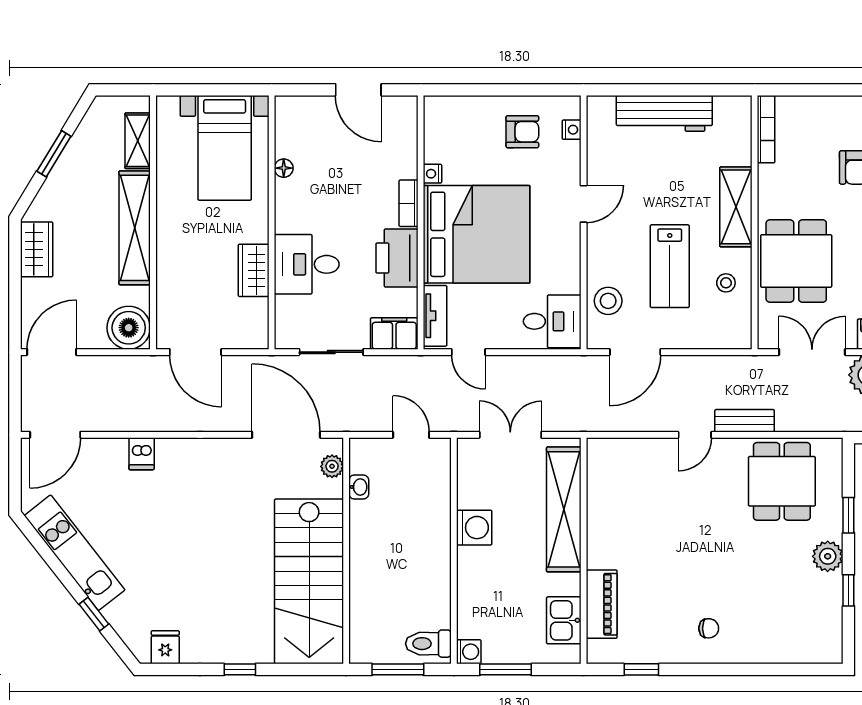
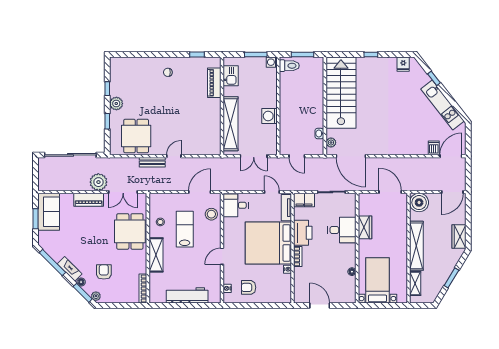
dishwasher: (142, 454) -> (434, 148), moved

